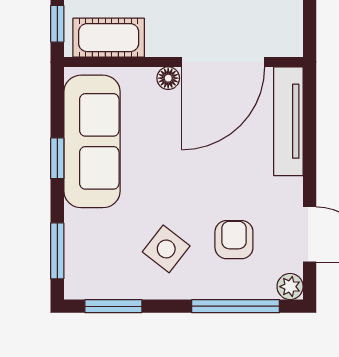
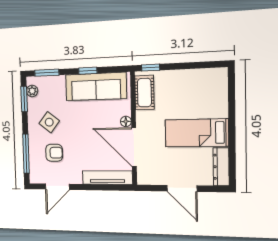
plant: (290, 287) -> (32, 91), moved

